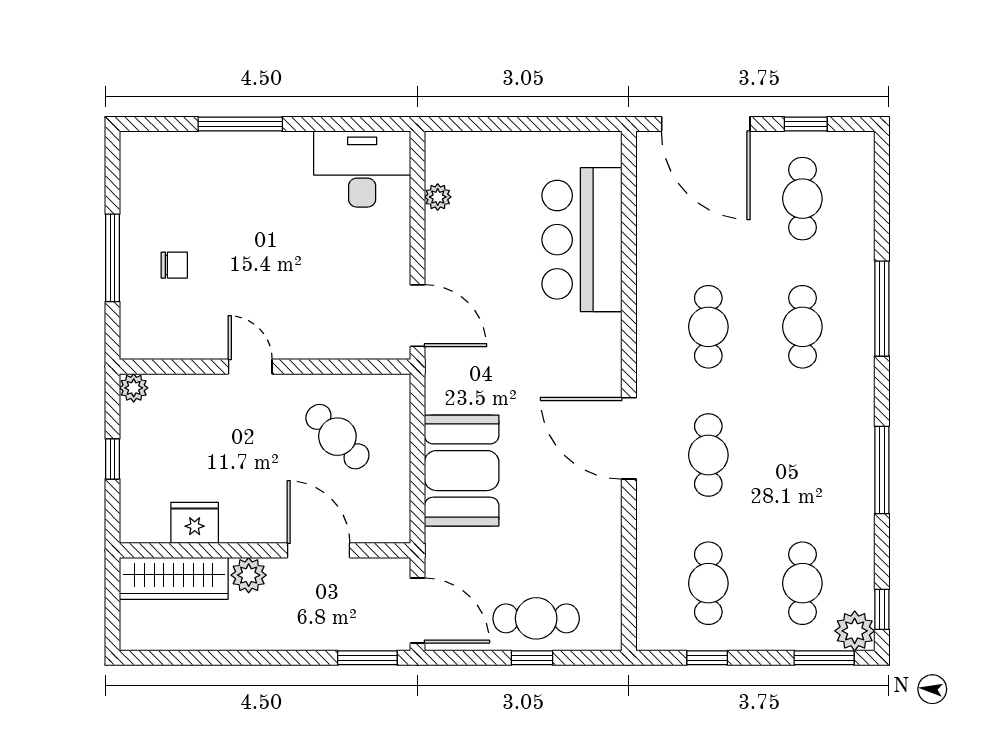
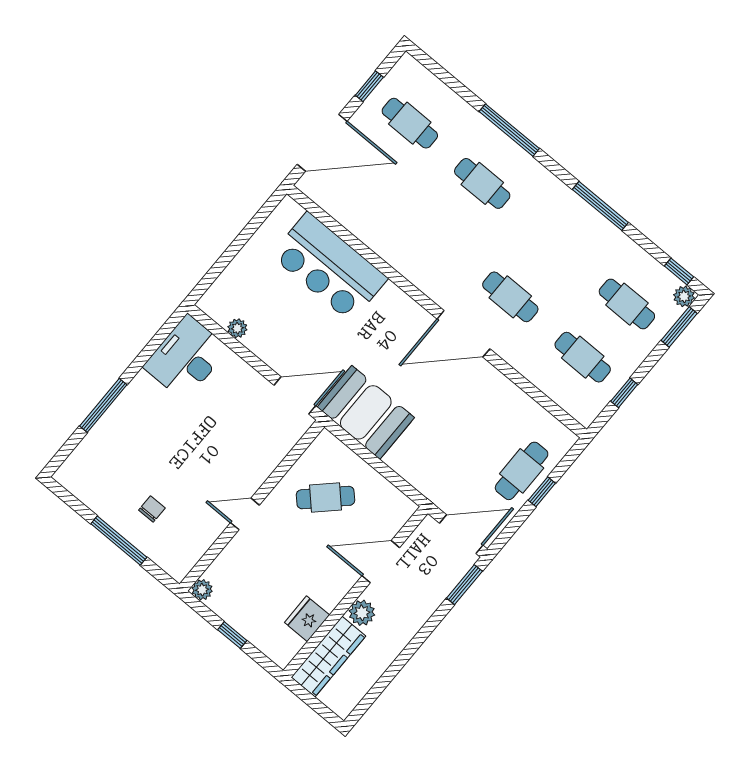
cafe table: (708, 327) -> (438, 237), removed
booth: (462, 471) -> (366, 412), moved
plant: (855, 631) -> (684, 296), width x0.73, depth x0.73

